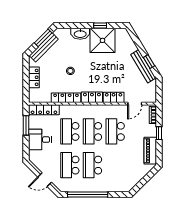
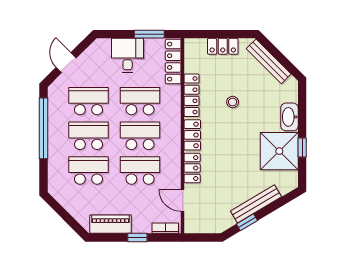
window: (43, 38) -> (283, 60), removed
bench: (143, 66) -> (256, 204), moved
school desk: (115, 165) -> (89, 171), added

